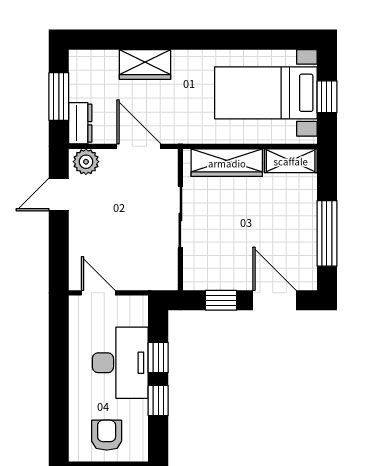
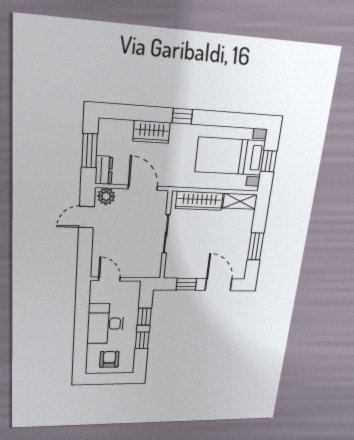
window: (187, 40) -> (182, 116), added
window: (327, 233) -> (256, 246), width x0.69
desk: (120, 363) -> (105, 324), moved, turned 180

